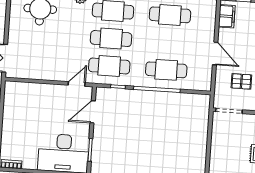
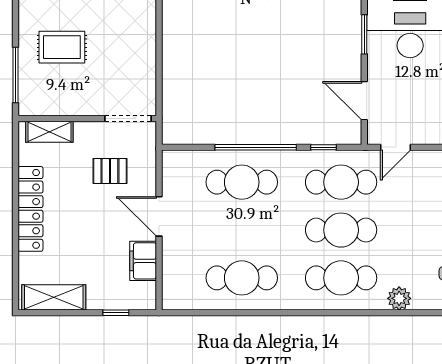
filing cabinet: (227, 16) -> (143, 261), moved
door: (93, 112) -> (364, 101), swing flipped

